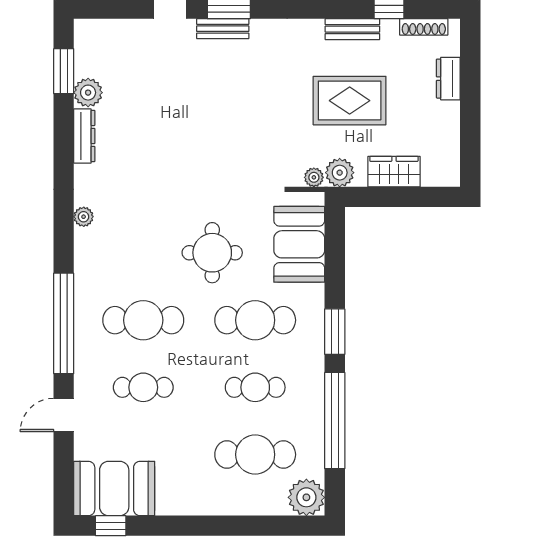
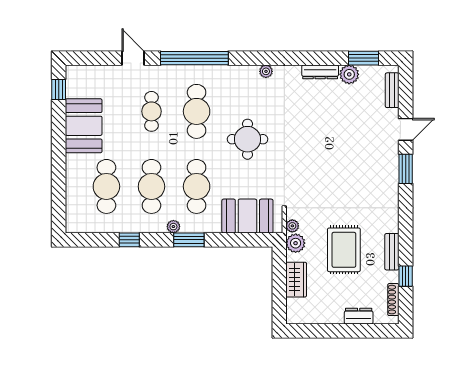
bench: (223, 29) -> (392, 90), moved
round table: (212, 253) -> (248, 139), moved
cafe table: (255, 387) -> (151, 186), width x1.37, depth x1.35
window: (335, 421) -> (129, 240), width x0.32
booth: (114, 488) -> (84, 126), moved
plant: (306, 497) -> (173, 227), moved, width x0.53, depth x0.53

